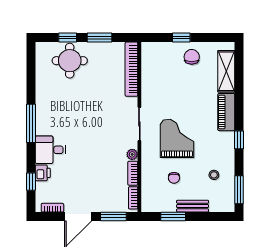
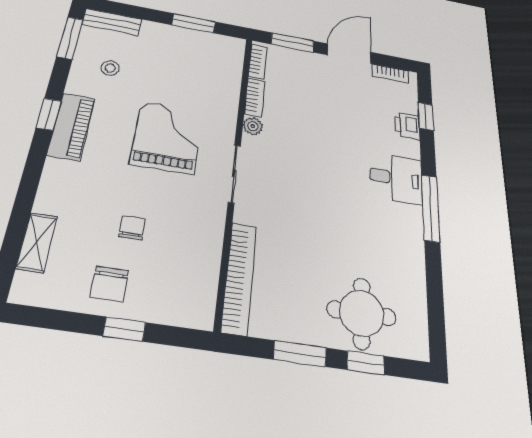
shelving: (226, 71) -> (37, 242), width x0.67, depth x0.75
piano: (226, 112) -> (71, 127), moved
grand piano: (177, 138) -> (167, 137), turned 180
desk: (50, 150) -> (396, 178), moved
chair: (174, 178) -> (132, 228), moved
bench: (193, 206) -> (112, 22), moved

